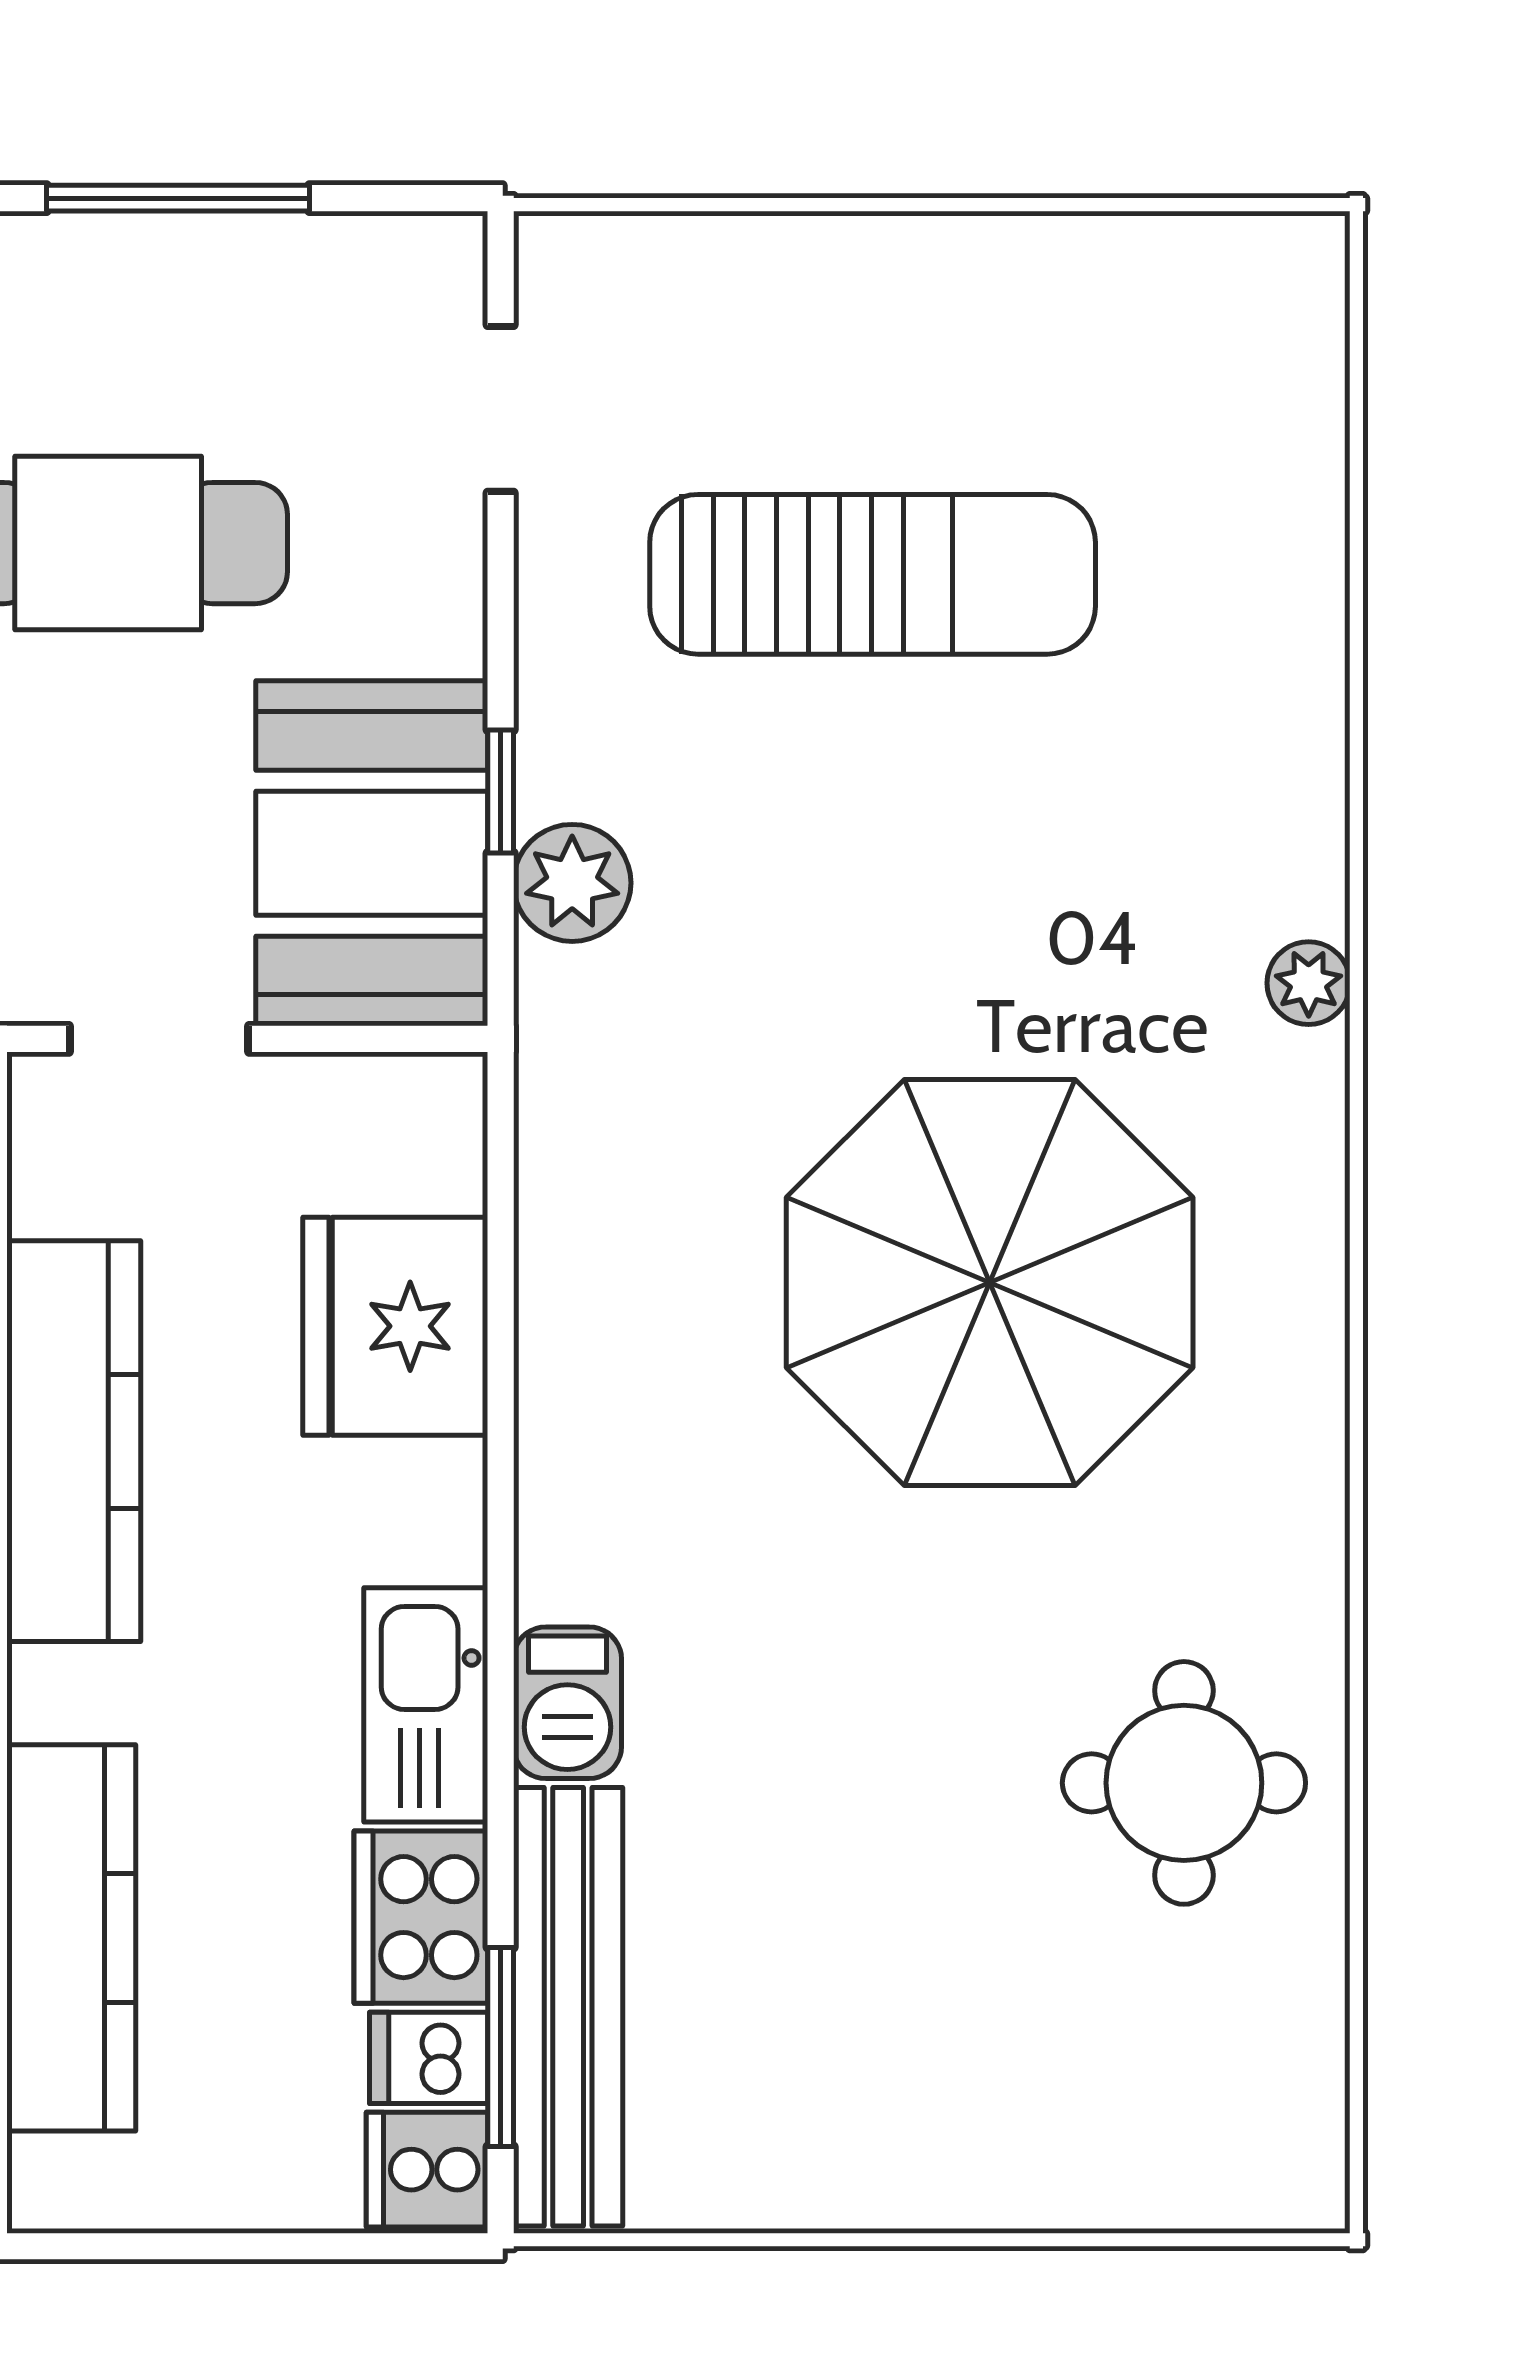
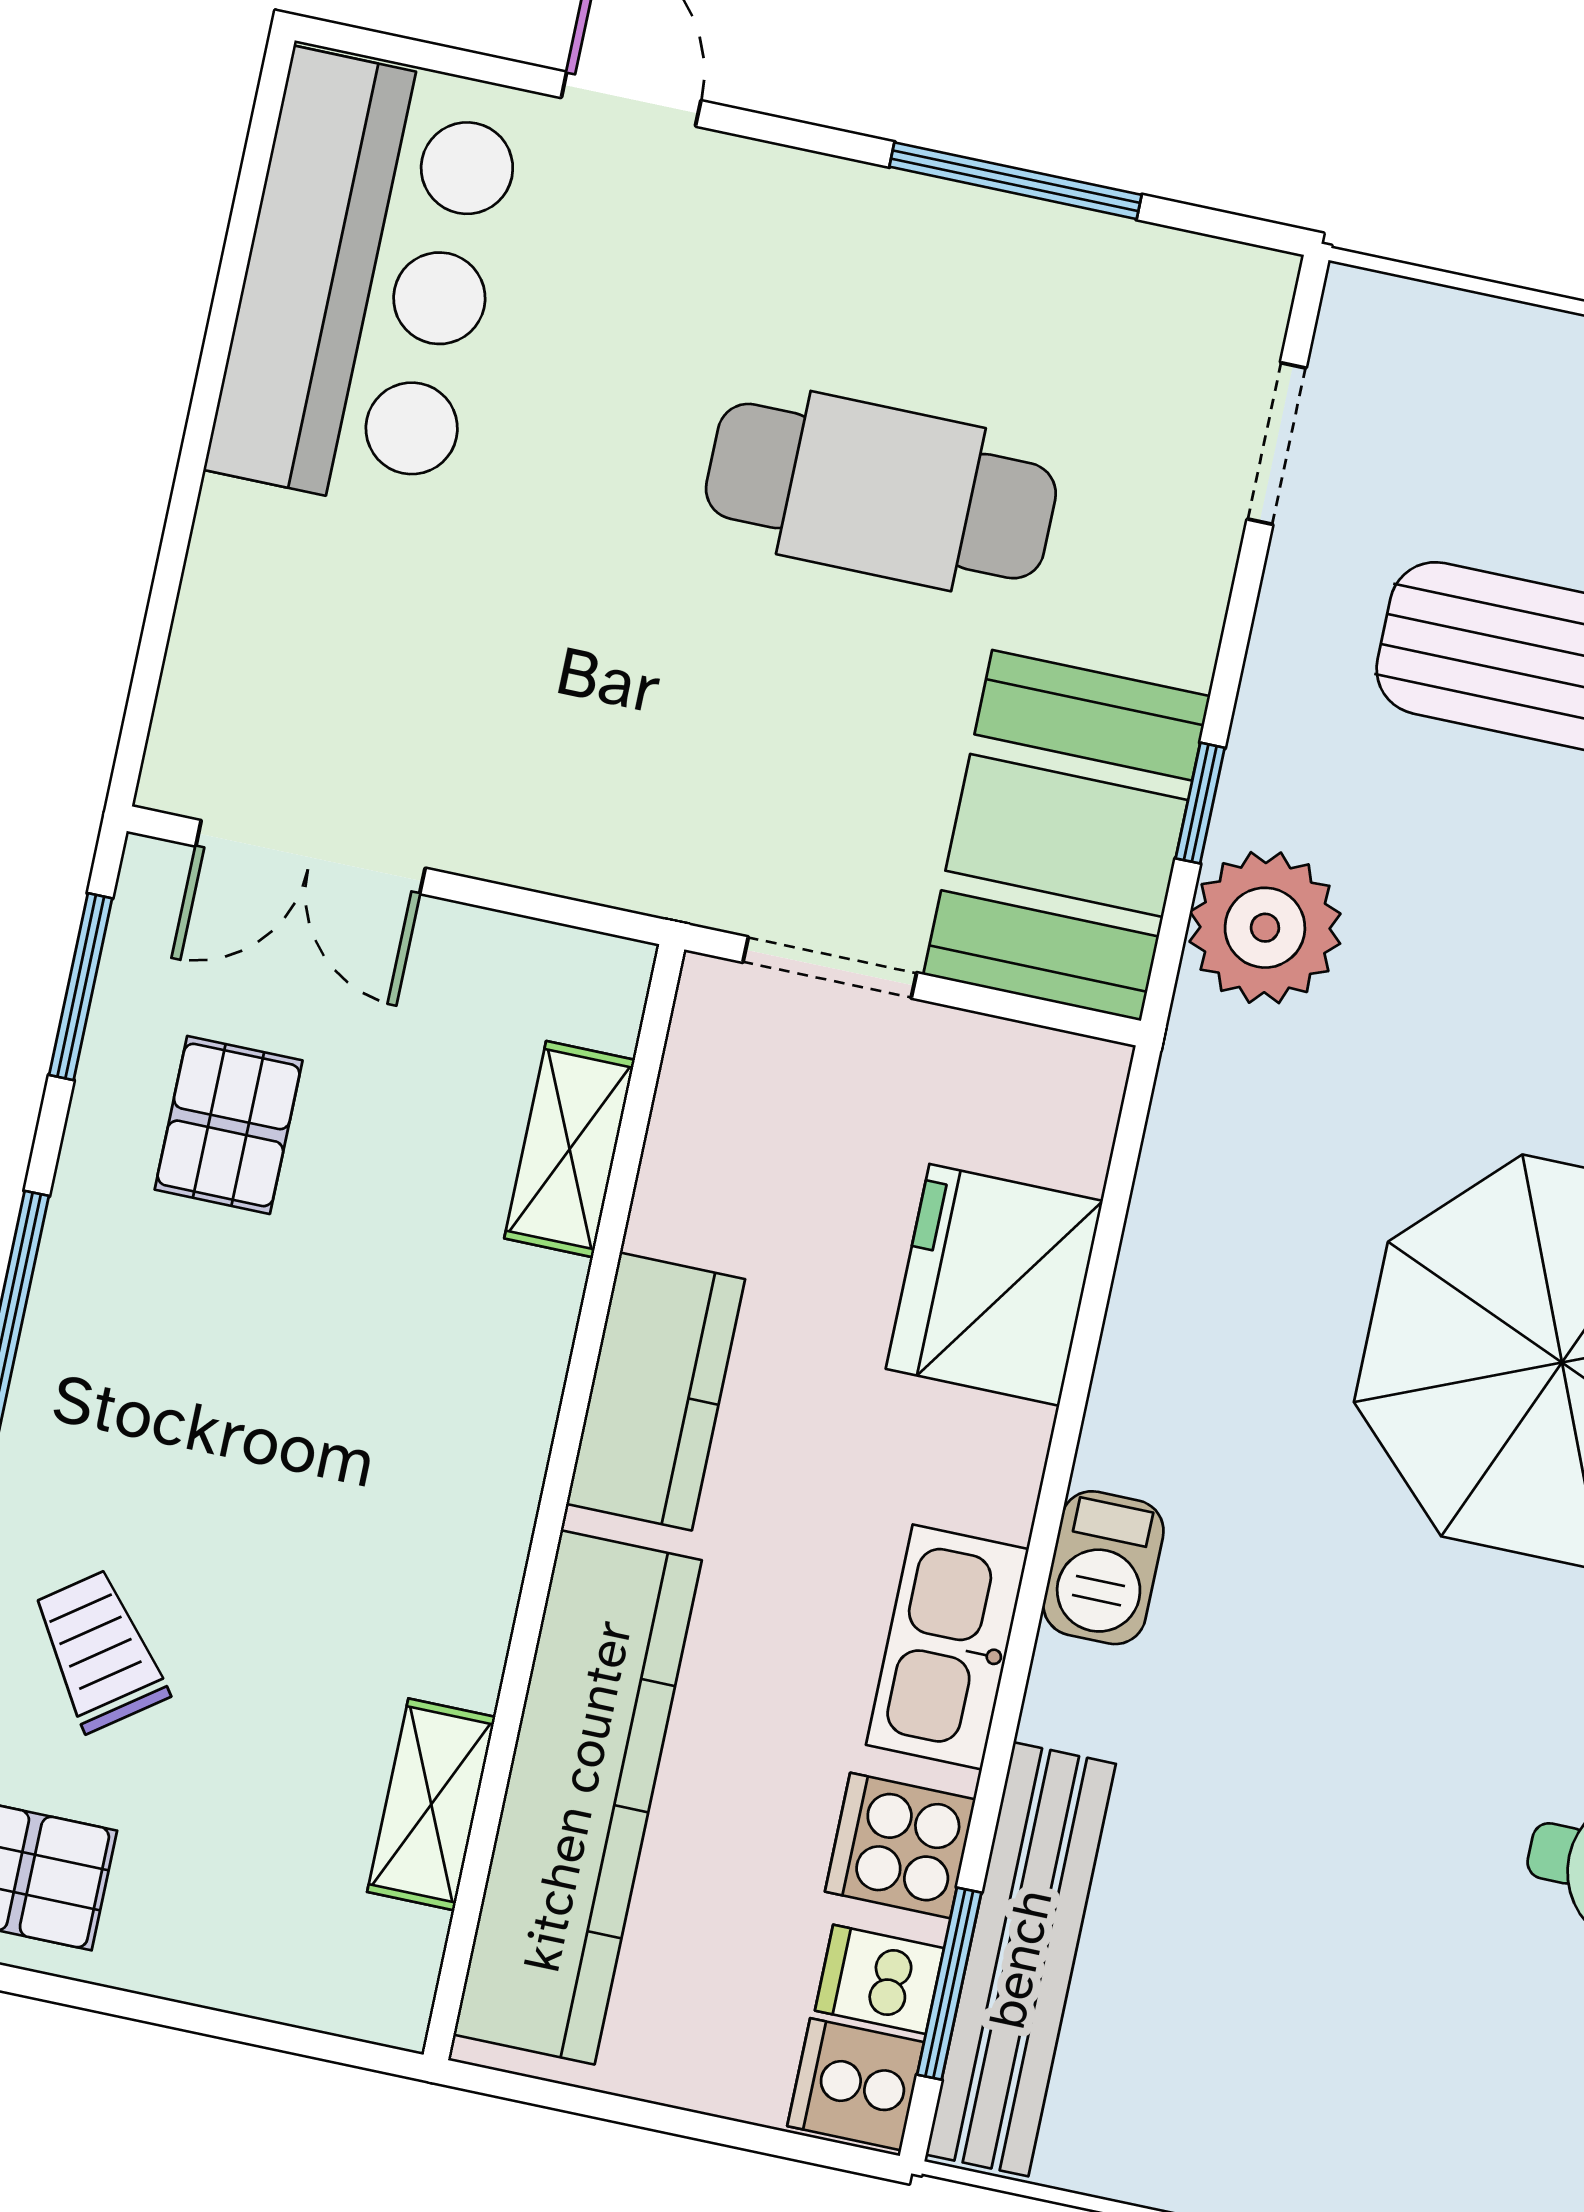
plant: (572, 883) -> (1265, 928), width x1.36, depth x1.36
kitchen counter: (74, 1441) -> (656, 1391), width x0.67
barbecue: (567, 1703) -> (1103, 1568), moved
cooker: (421, 1917) -> (900, 1846), width x0.73
kitchen counter: (71, 1938) -> (578, 1797), width x1.39, depth x1.17

